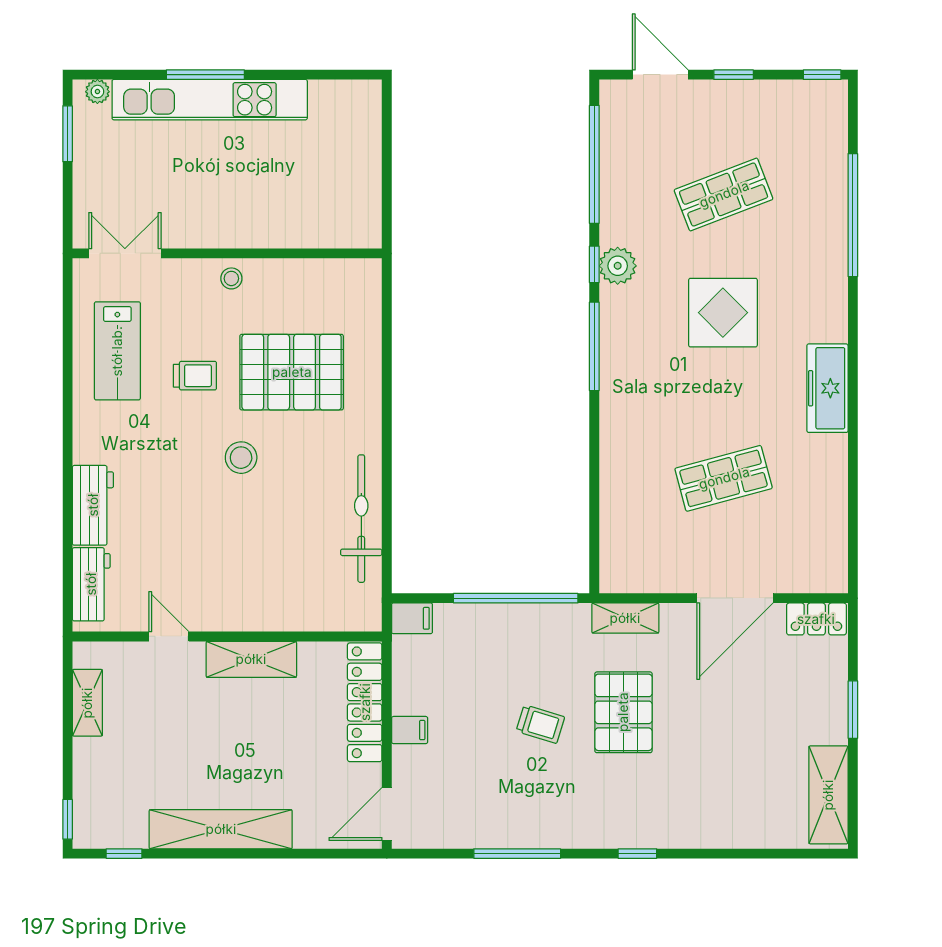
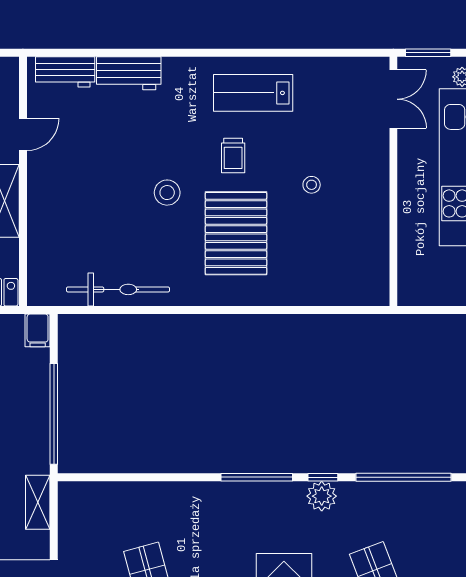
double door: (125, 253) -> (393, 99), moved
wall: (227, 253) -> (393, 181), moved

